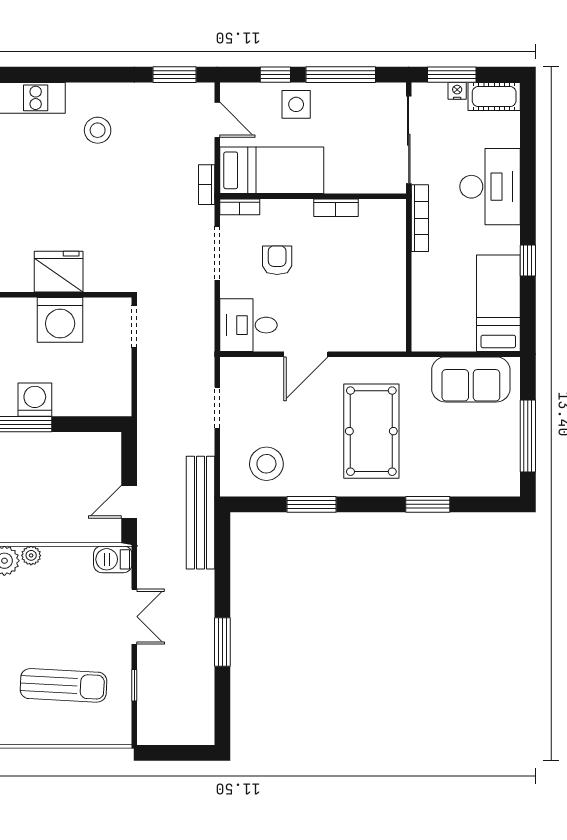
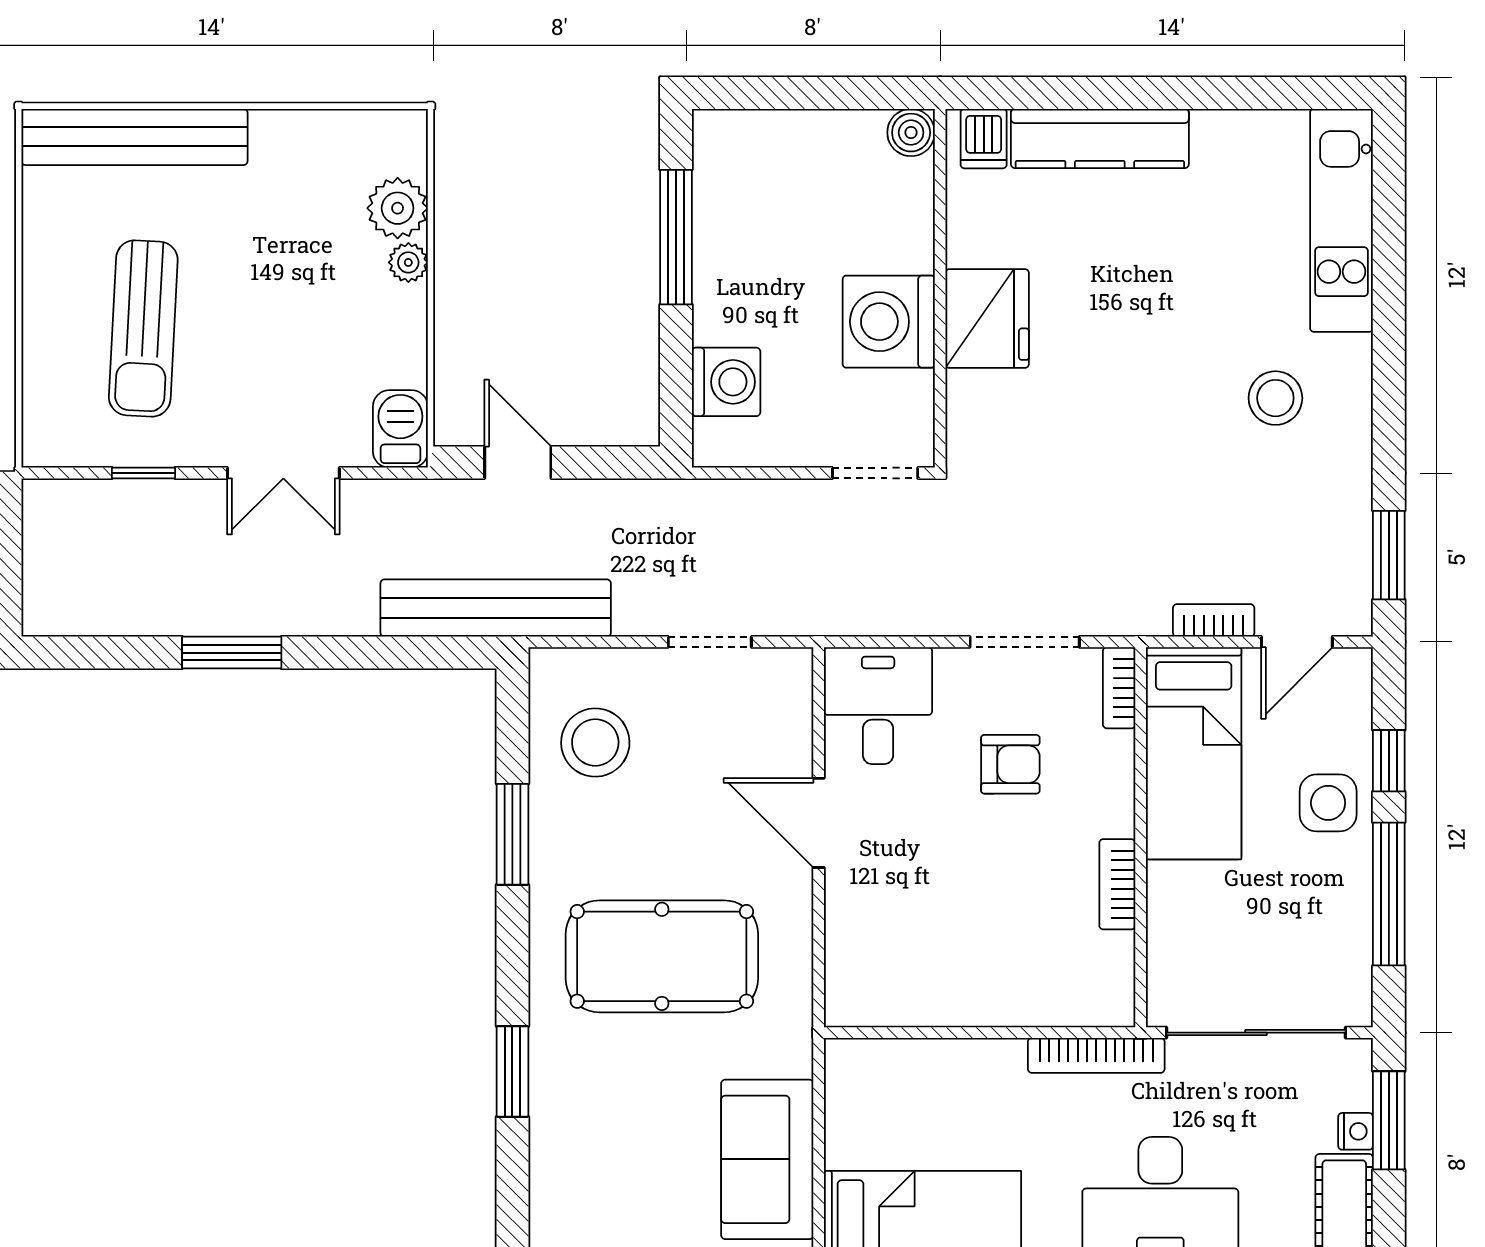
bookcase: (207, 185) -> (1214, 620), moved
washing machine: (35, 400) -> (726, 382), moved

